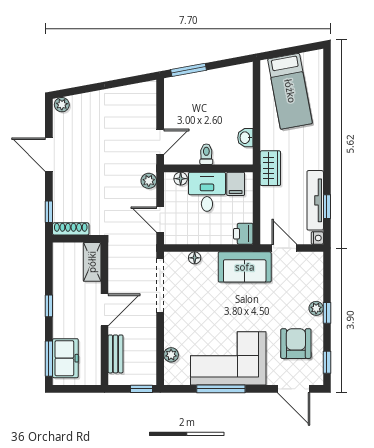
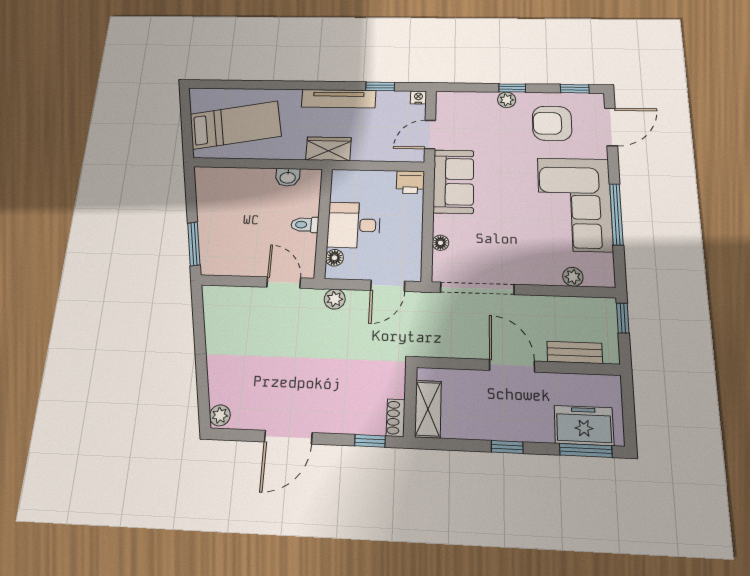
filing cabinet: (236, 184) -> (346, 190), removed
tv unit: (315, 200) -> (339, 99), moved
shoe rack: (71, 229) -> (396, 418), width x0.70
shelving: (92, 262) -> (428, 409), moved, turned 90

